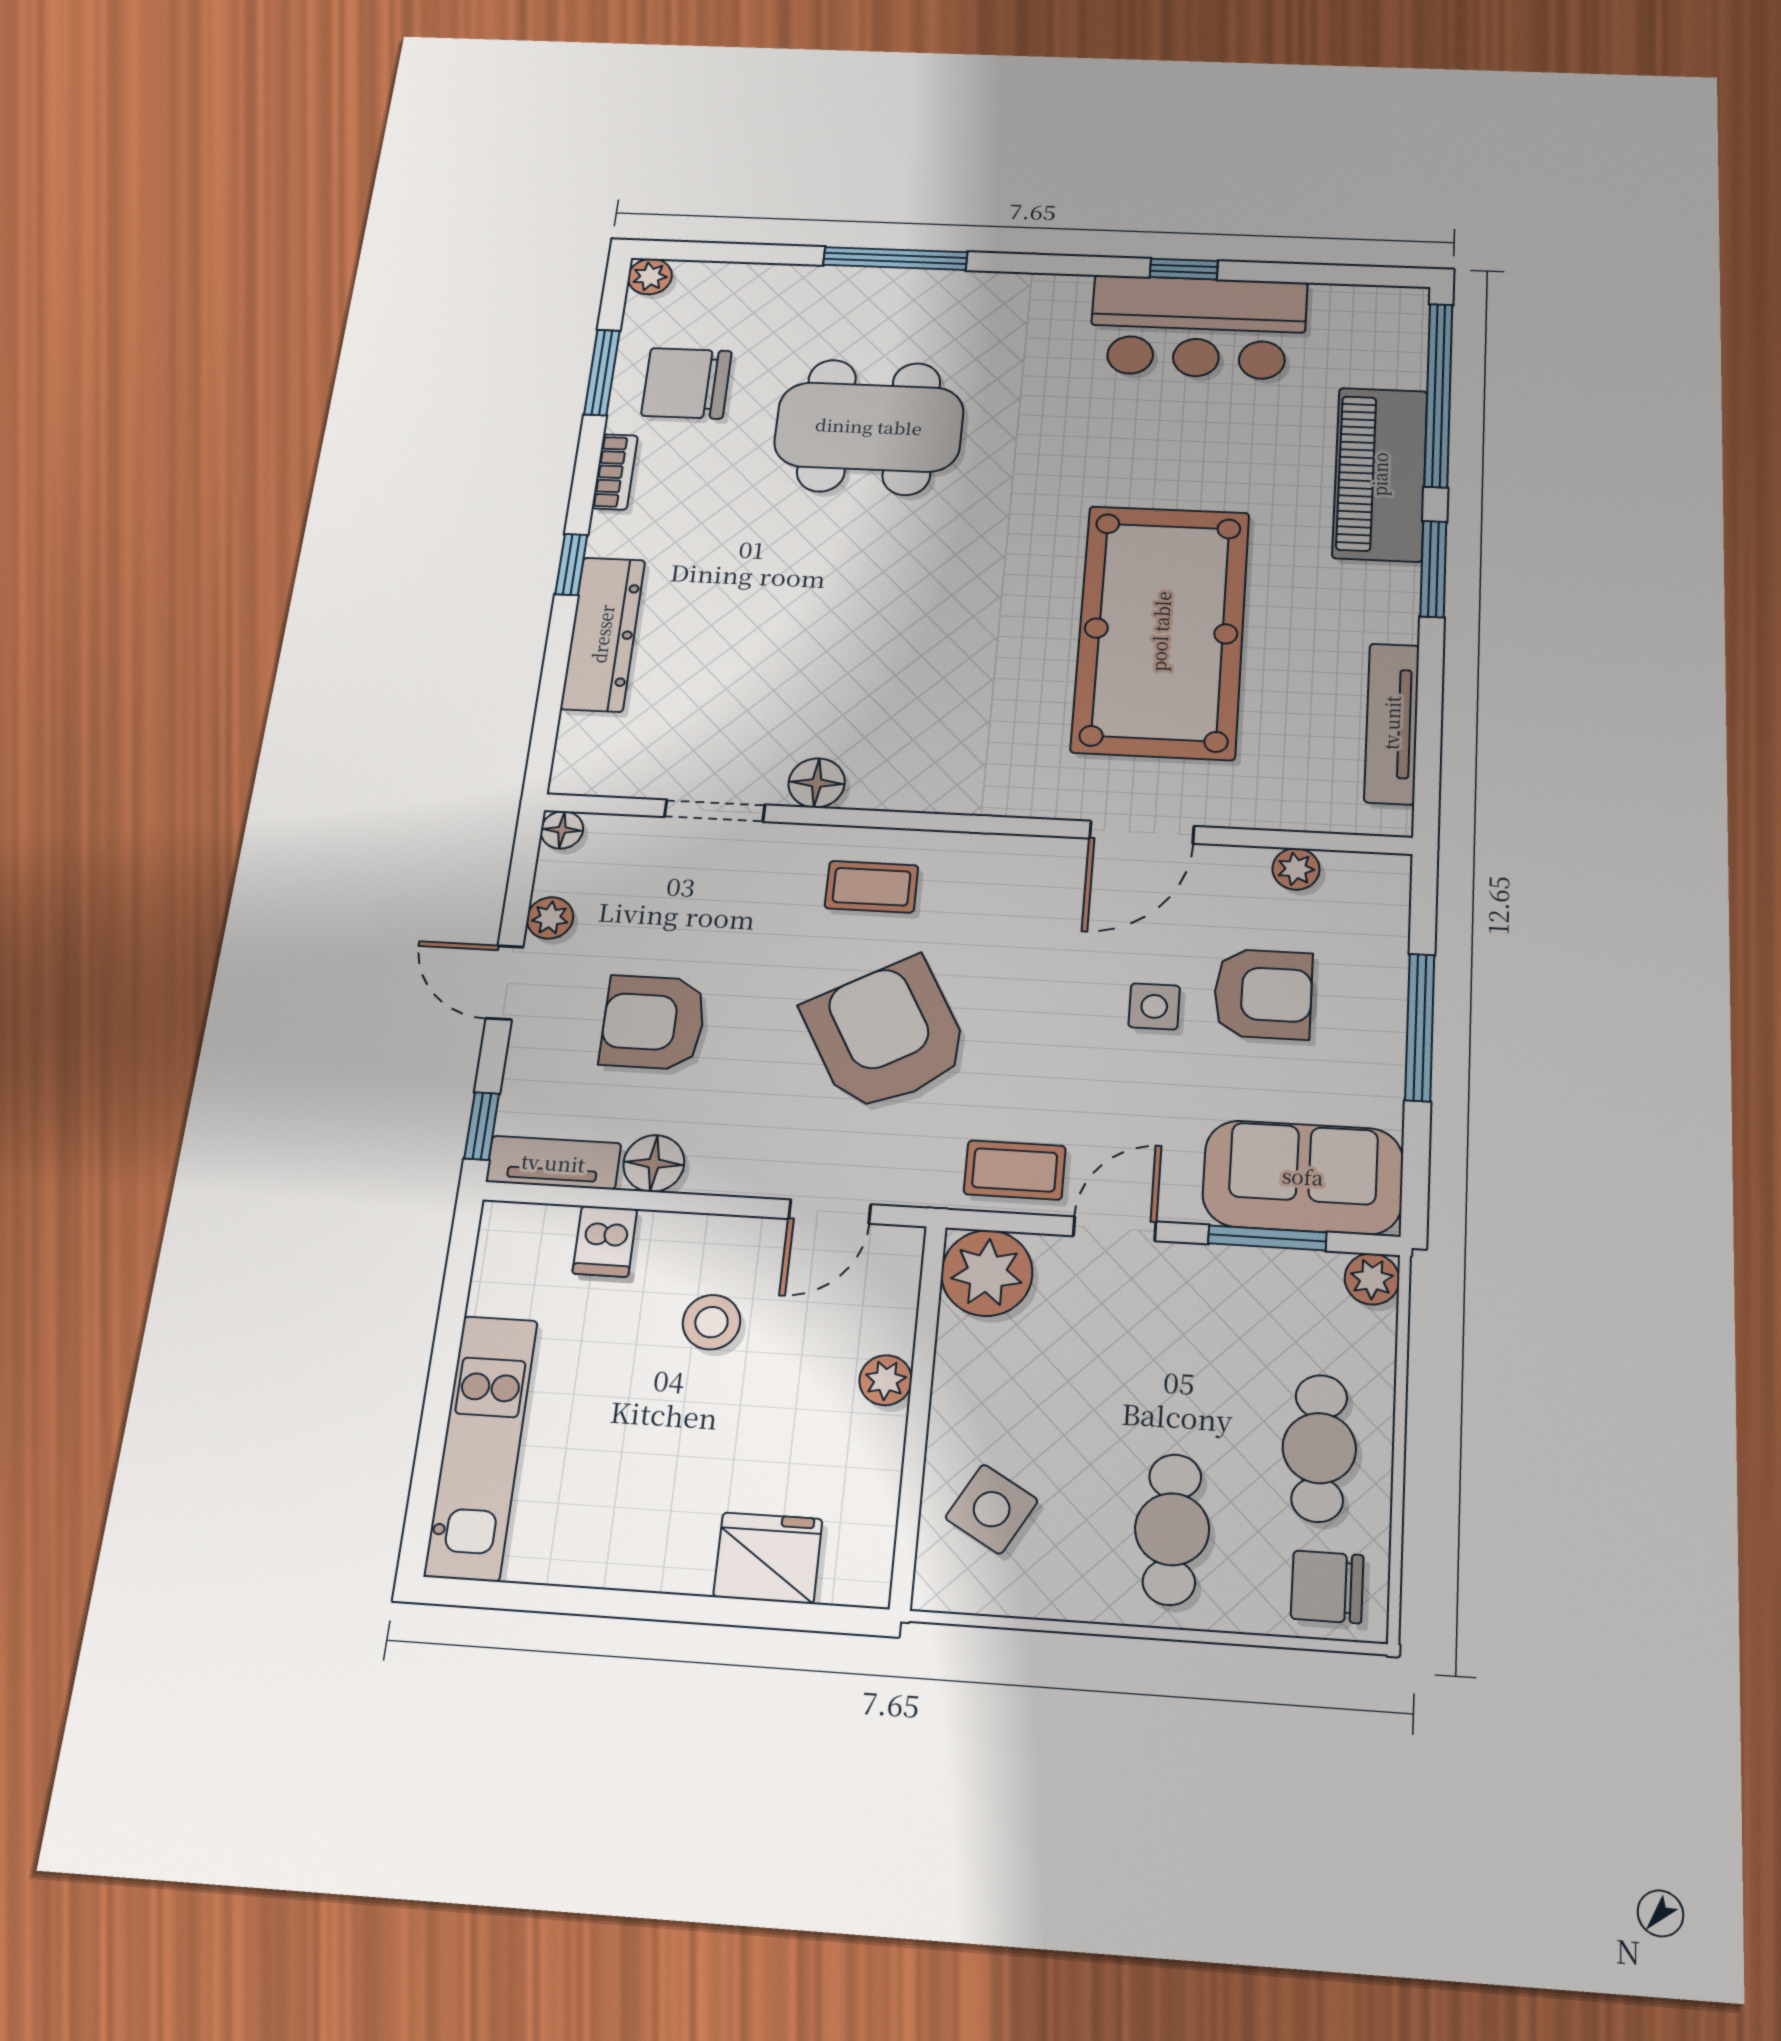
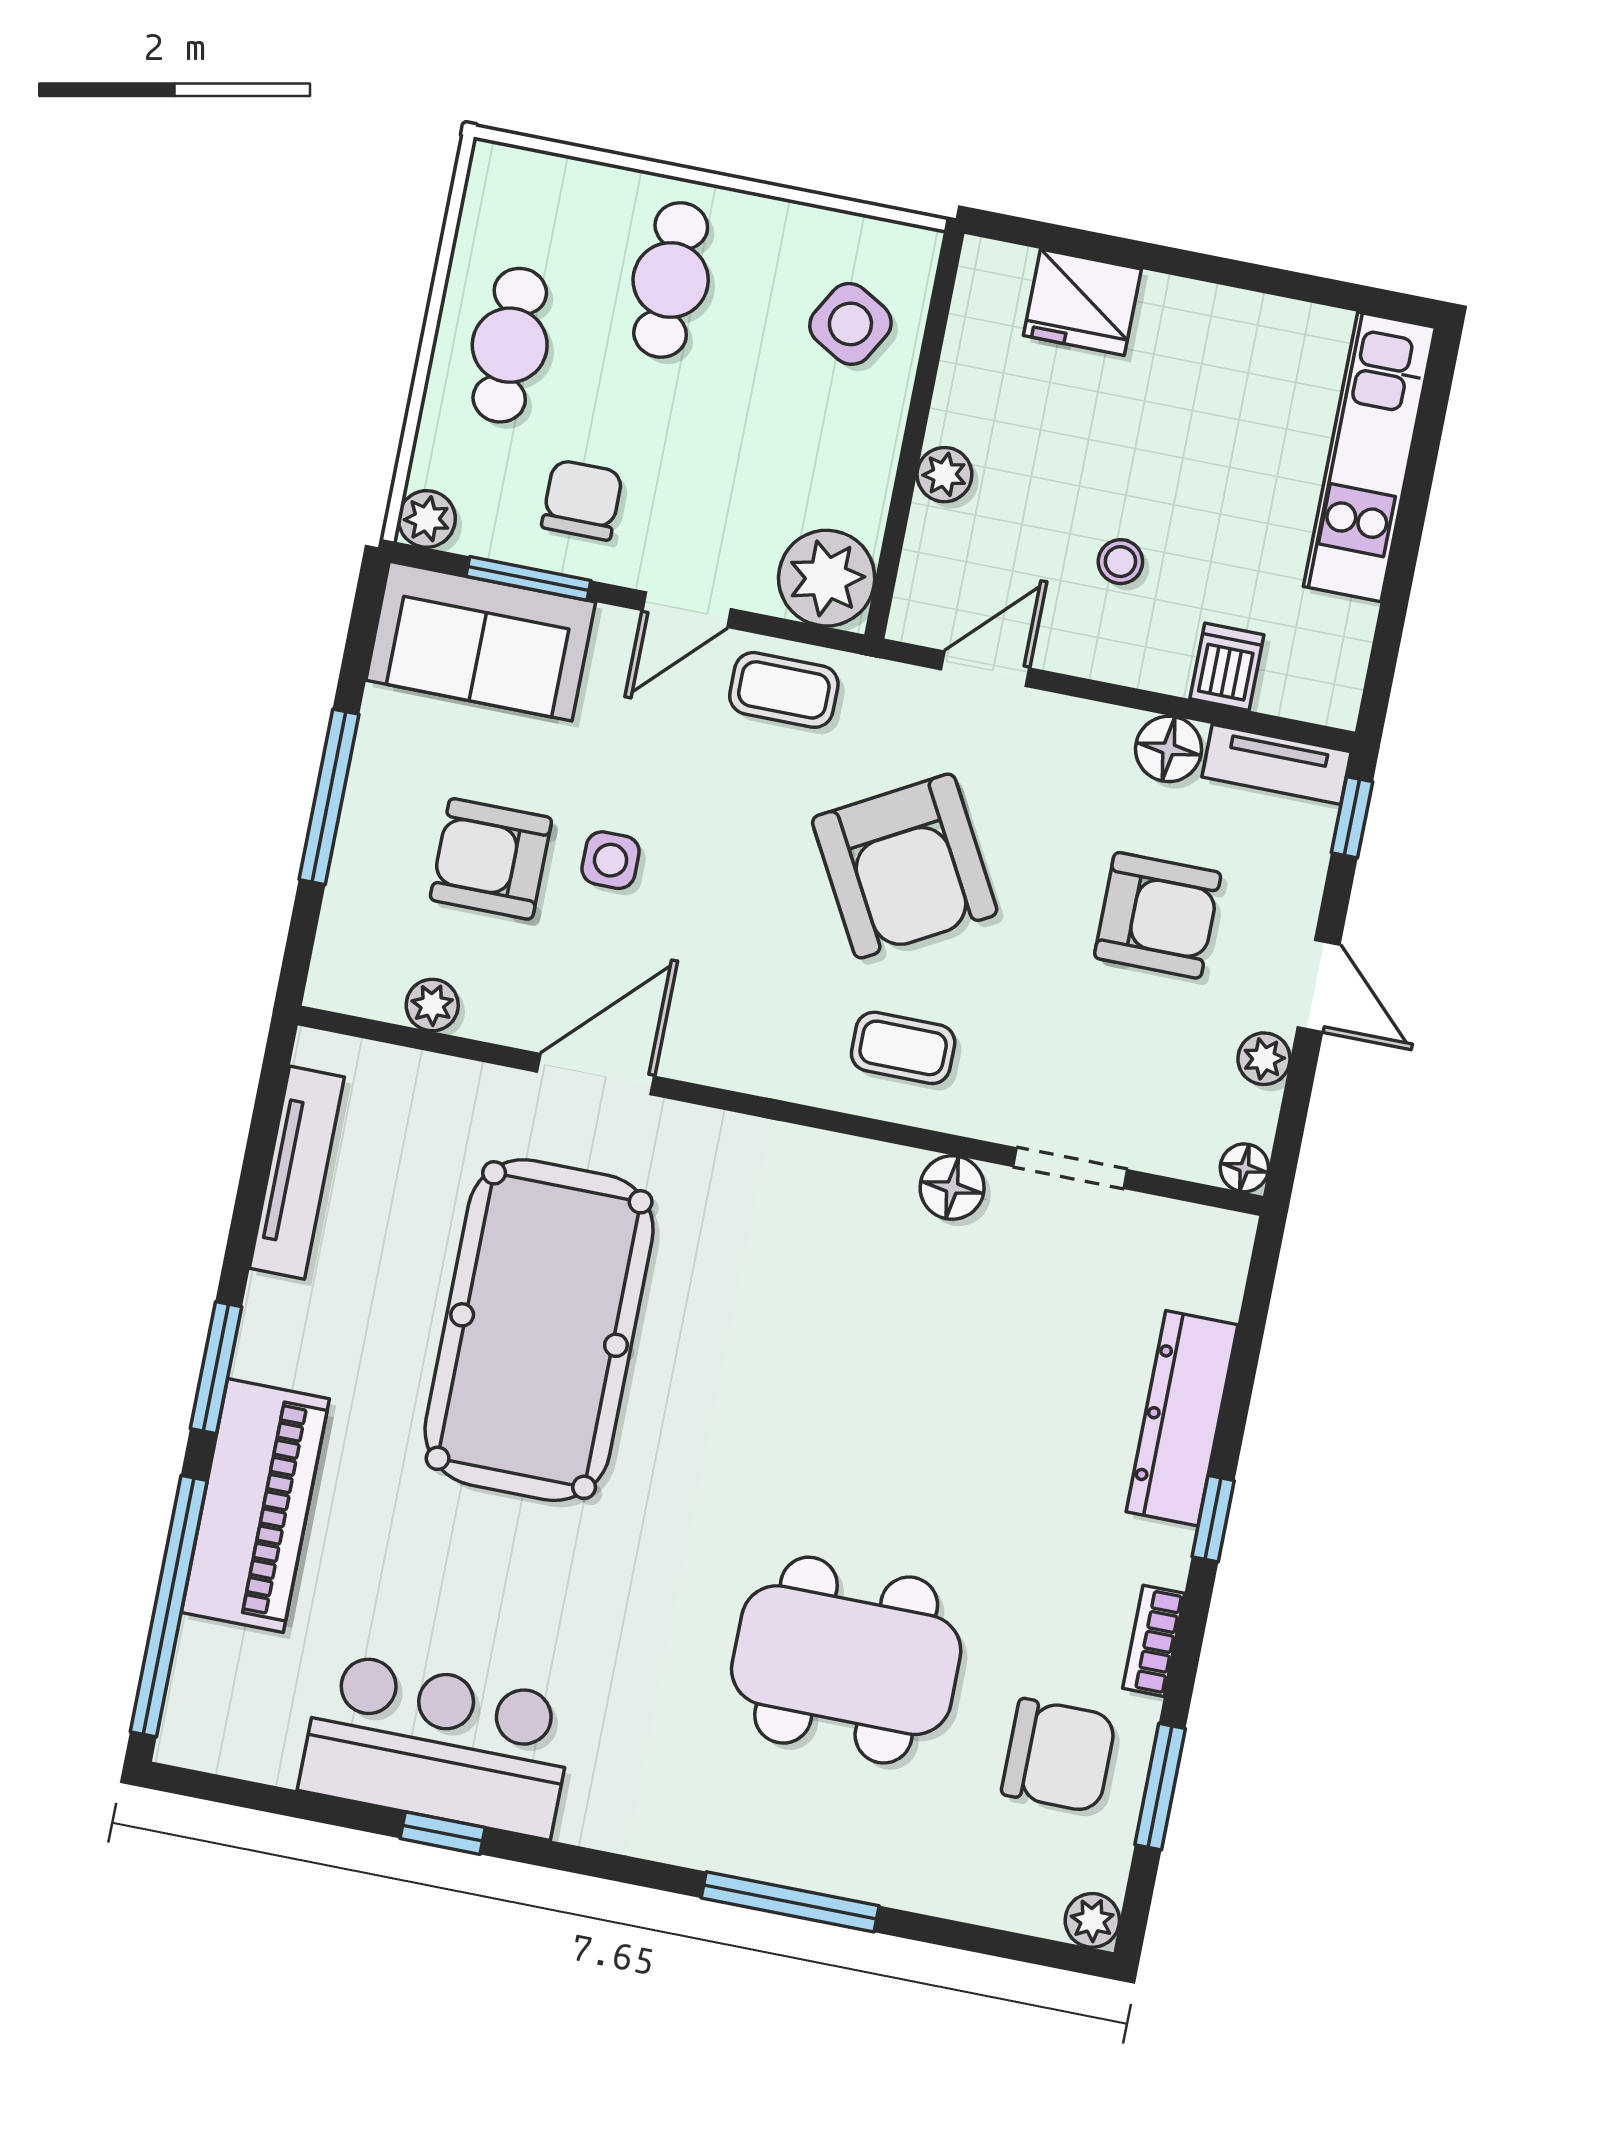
stool: (711, 1322) -> (1120, 562), width x0.73, depth x0.73
chair: (1327, 1587) -> (582, 500), moved, turned -90

